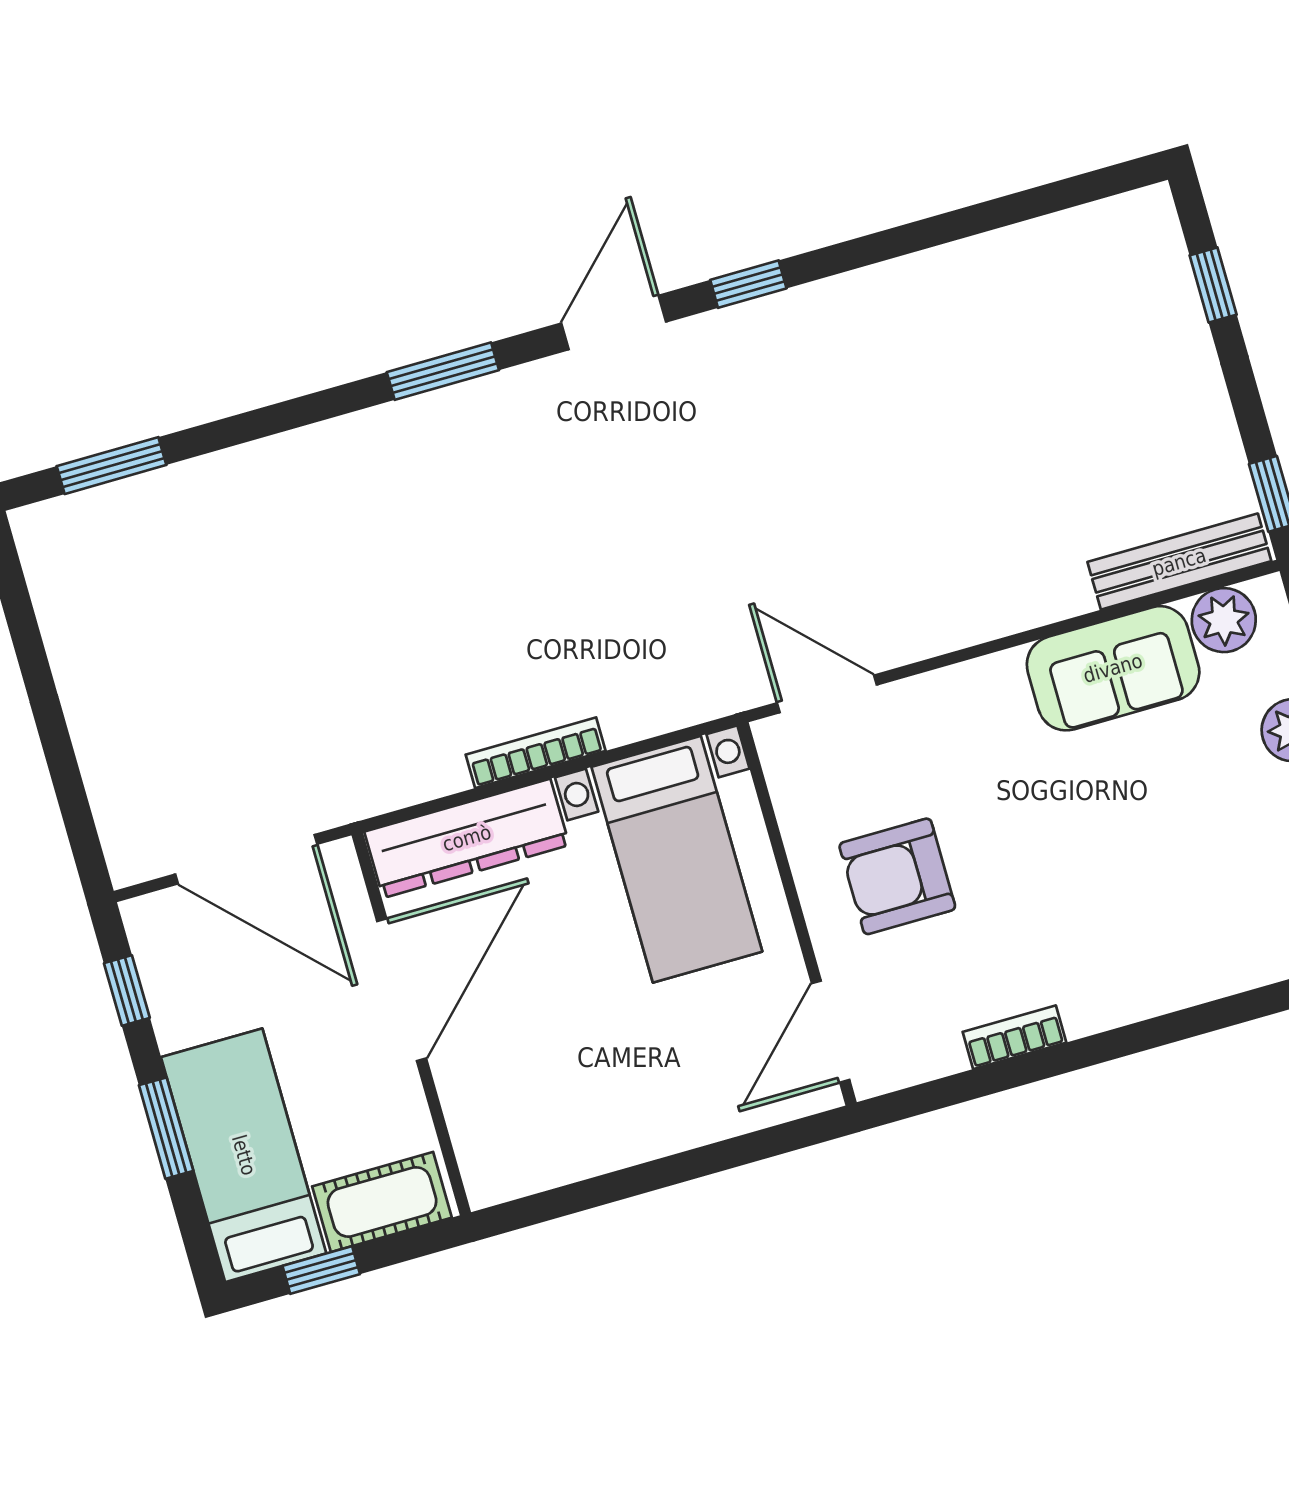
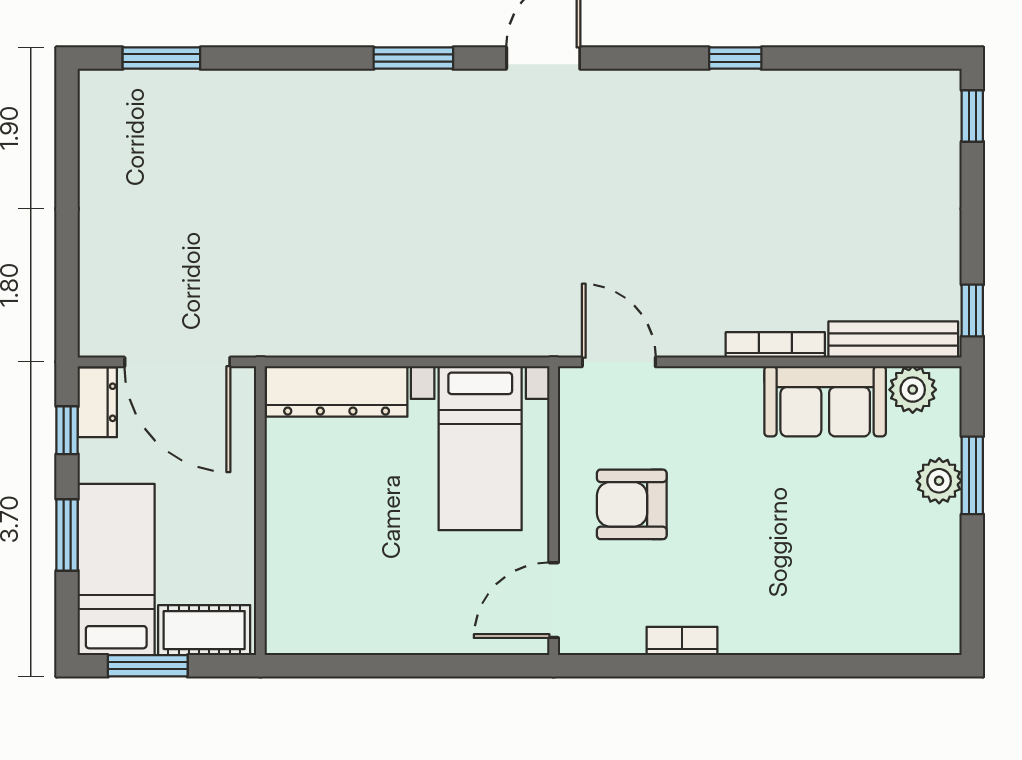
window: (748, 284) -> (735, 58), moved
window: (1213, 285) -> (972, 116), moved
bookcase: (536, 753) -> (775, 345), moved
dresser: (156, 942) -> (97, 402), added
door: (402, 990) -> (260, 485), removed
window: (321, 1270) -> (148, 666), width x1.50

